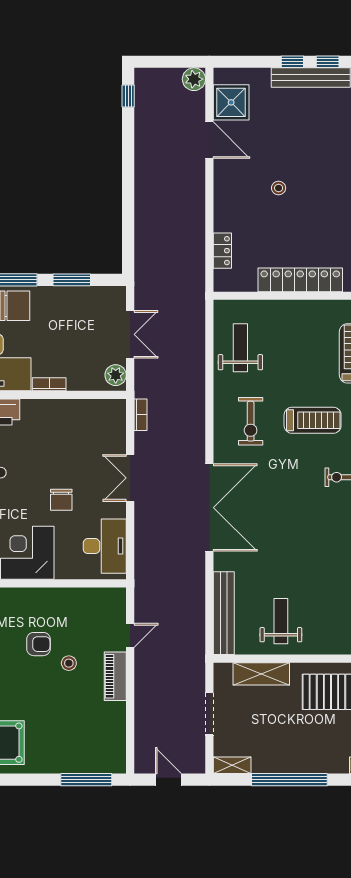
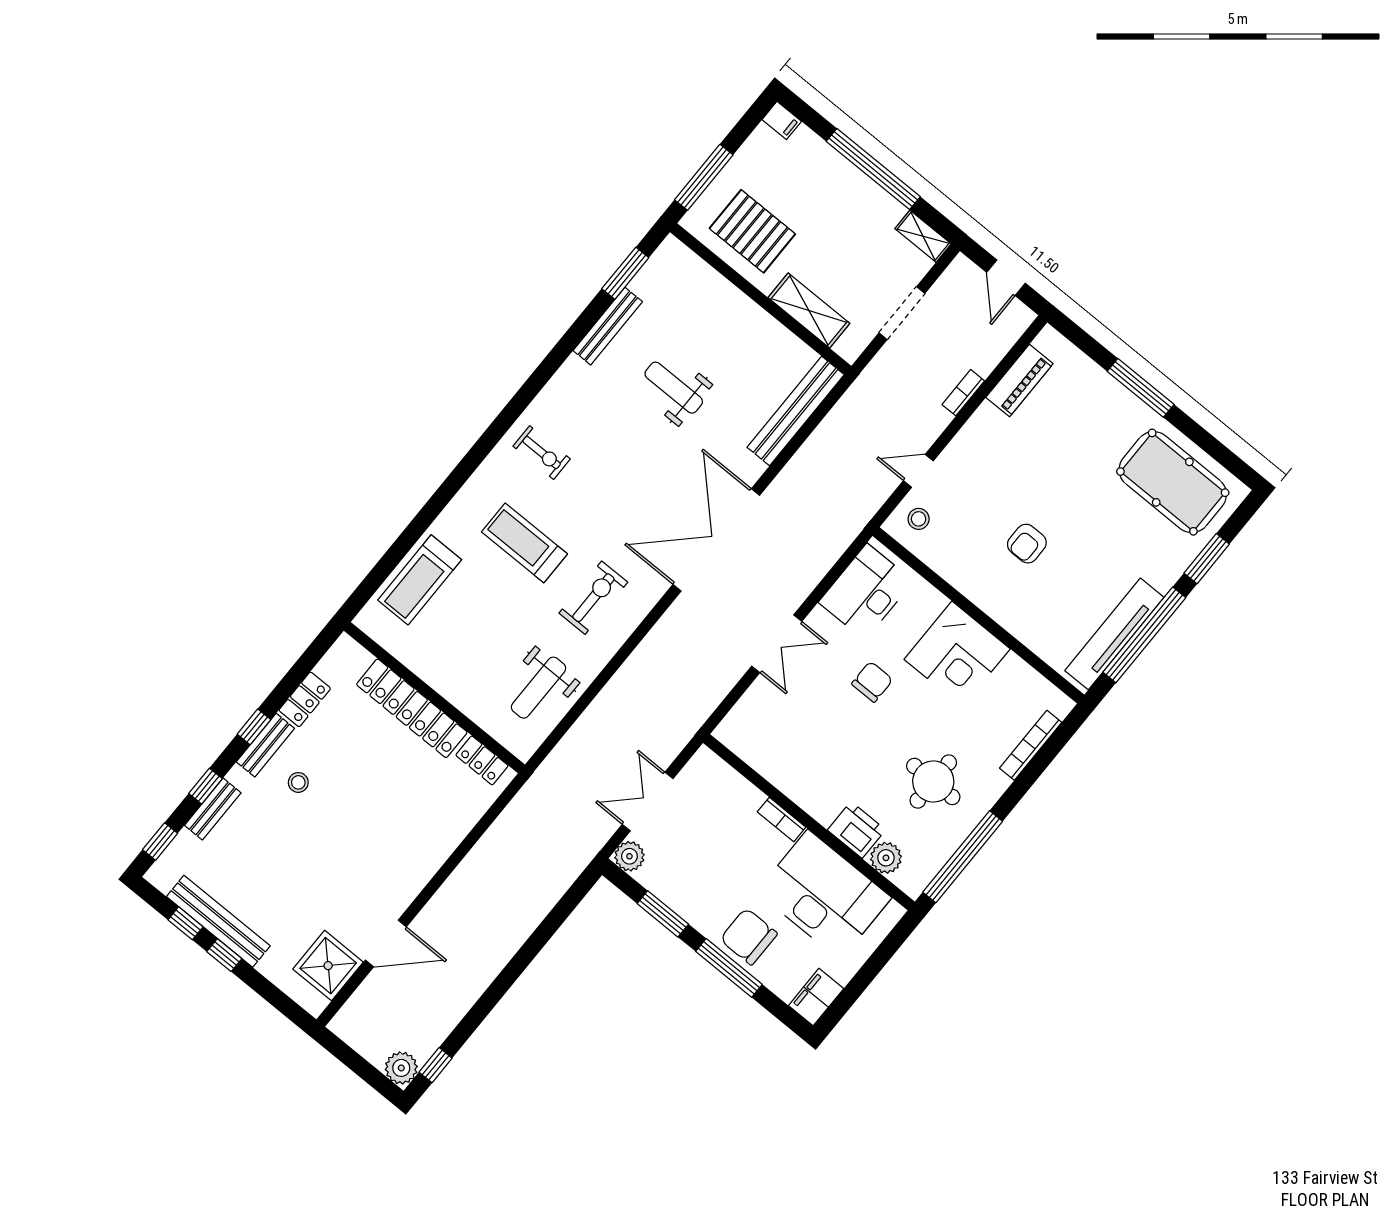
plant: (194, 79) -> (401, 1068), moved
door: (209, 140) -> (386, 944), swing flipped
stool: (279, 188) -> (298, 782), moved
locker: (222, 251) -> (482, 760), moved, turned -90
plant: (116, 375) -> (629, 856), moved
bookcase: (140, 415) -> (963, 393), moved
weight bench: (281, 621) -> (674, 388), moved, turned 90
armchair: (39, 644) -> (1027, 544), turned -90
stool: (69, 663) -> (919, 519), moved
piano: (115, 676) -> (1019, 381), moved
window: (86, 780) -> (1141, 388), moved

